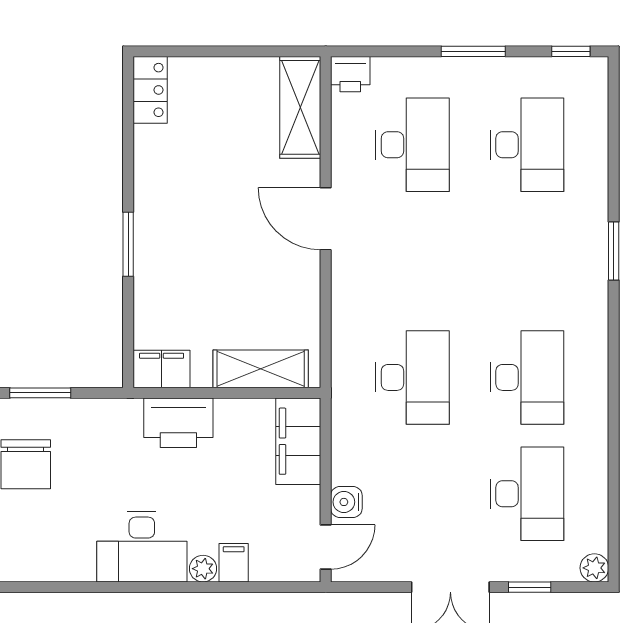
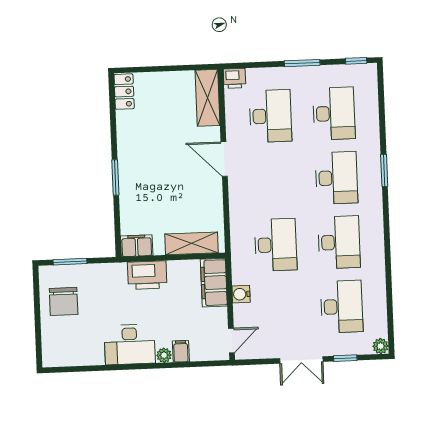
desk: (527, 261) -> (336, 178), added
water cooler: (346, 502) -> (241, 294), moved

